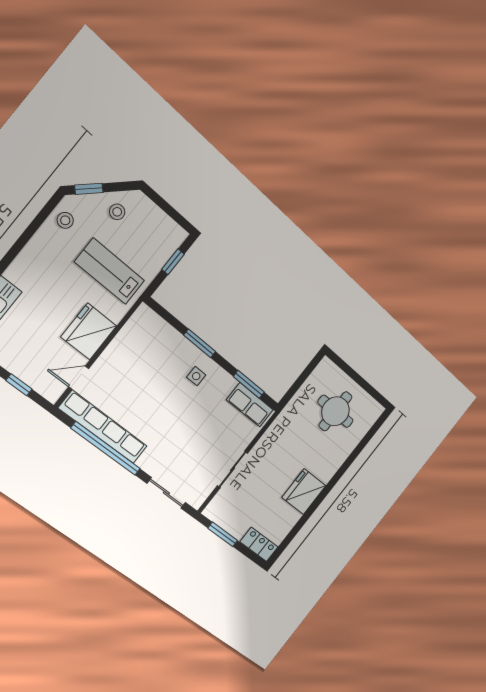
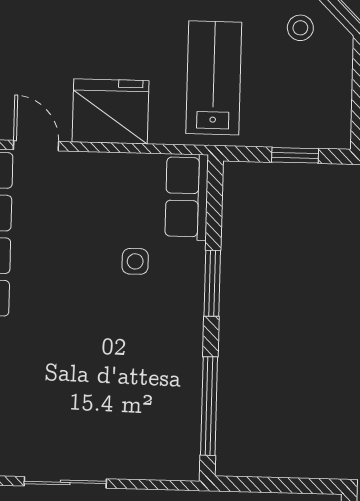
side table: (196, 376) -> (135, 261), moved
window: (249, 384) -> (209, 406), width x1.44
row of seats: (250, 405) -> (187, 197), moved

